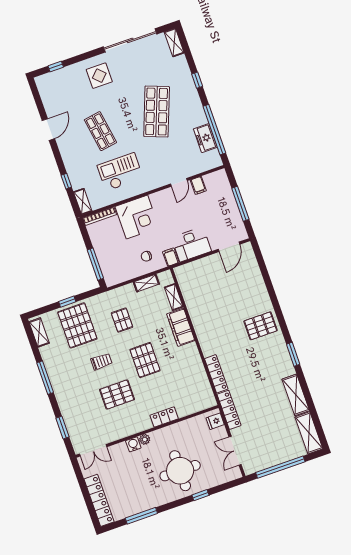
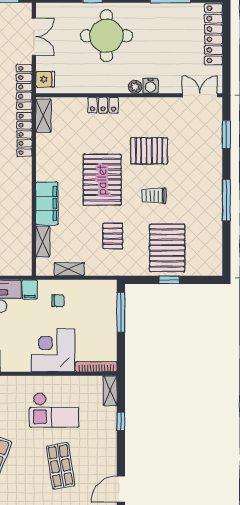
shelving: (39, 332) -> (43, 116), moved
pallet: (145, 360) -> (102, 180), width x1.37, depth x1.41

